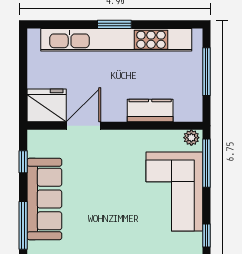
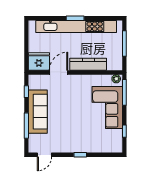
kitchen counter: (150, 110) -> (88, 64), width x1.50

